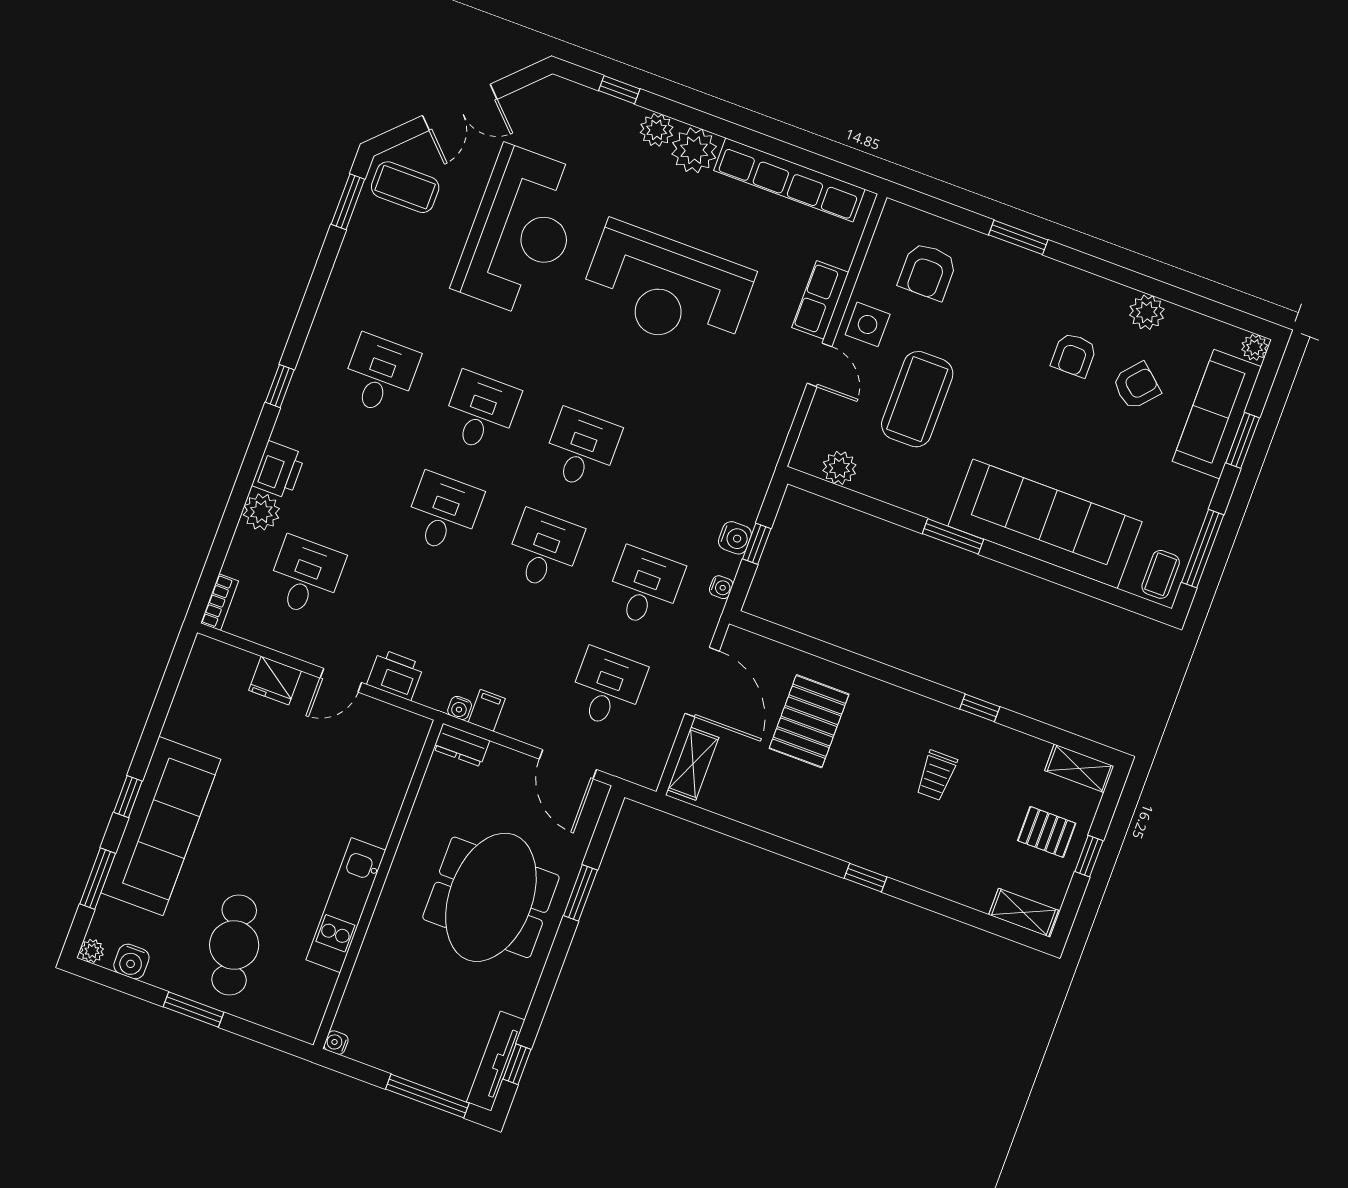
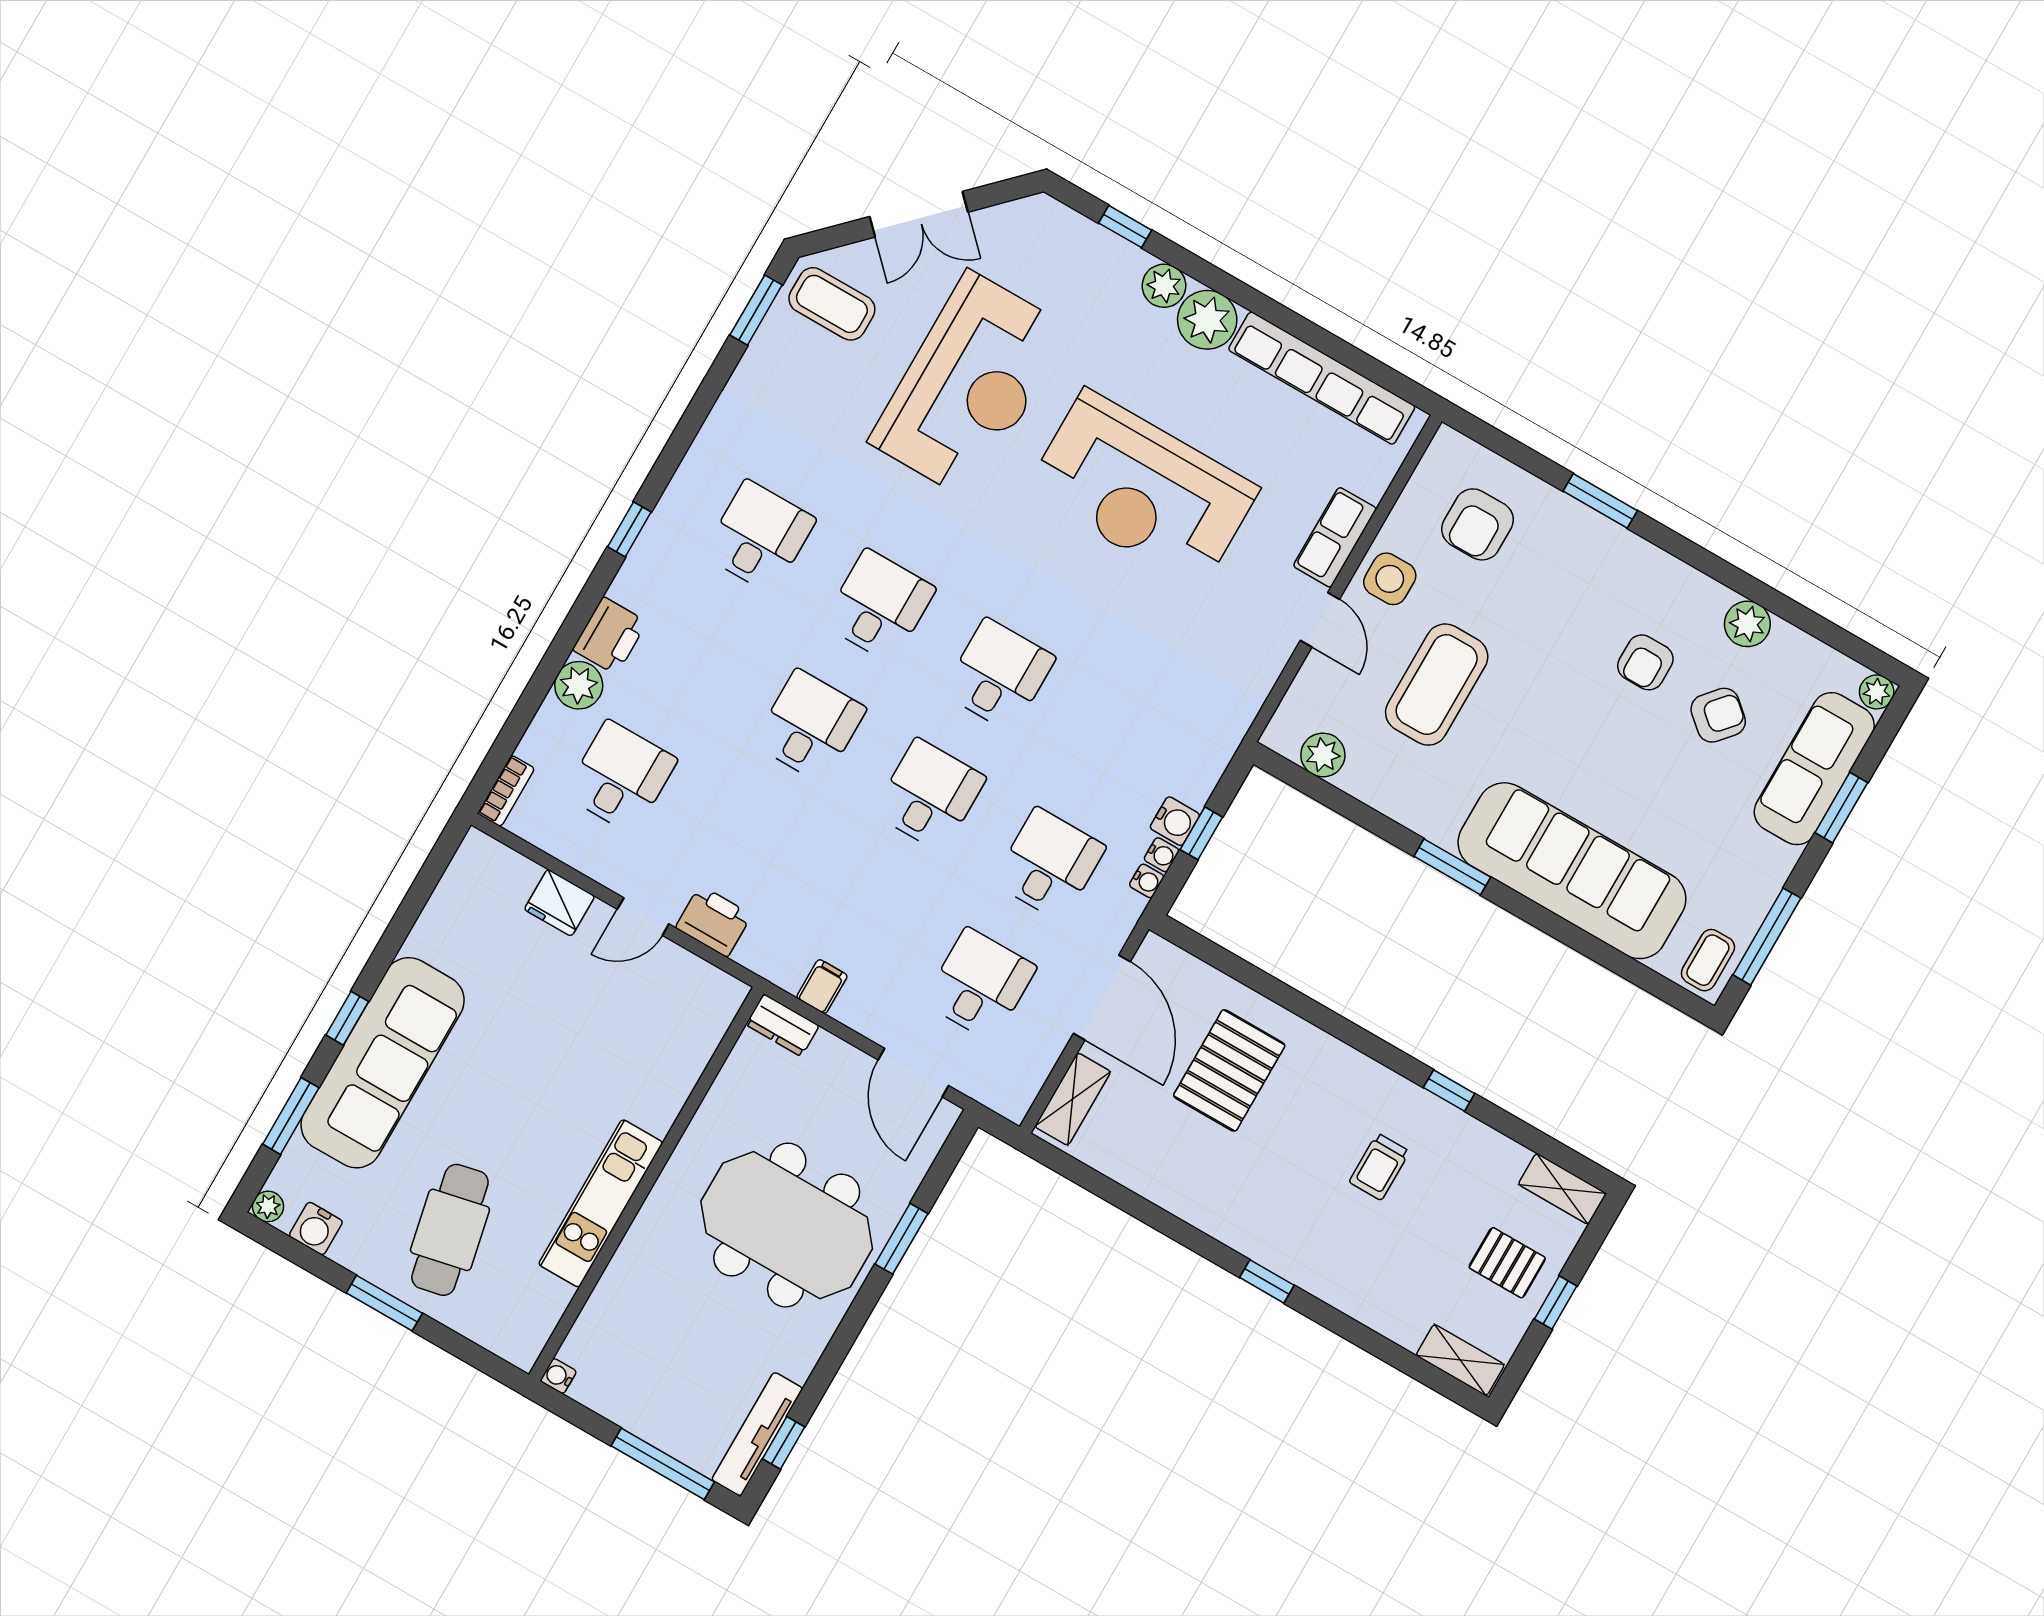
water cooler: (460, 708) -> (1162, 855), moved, turned -90
meeting table: (491, 897) -> (787, 1225), turned 90

